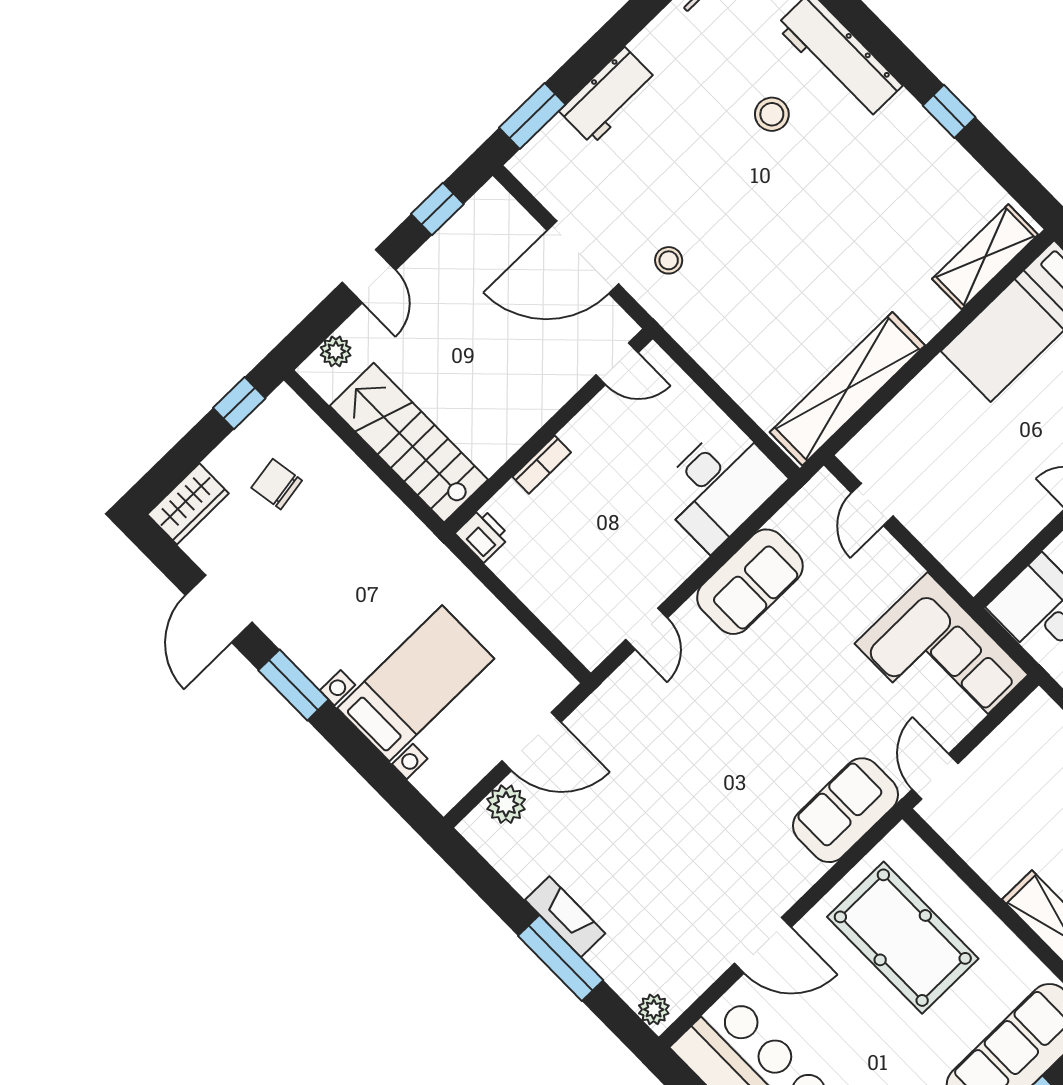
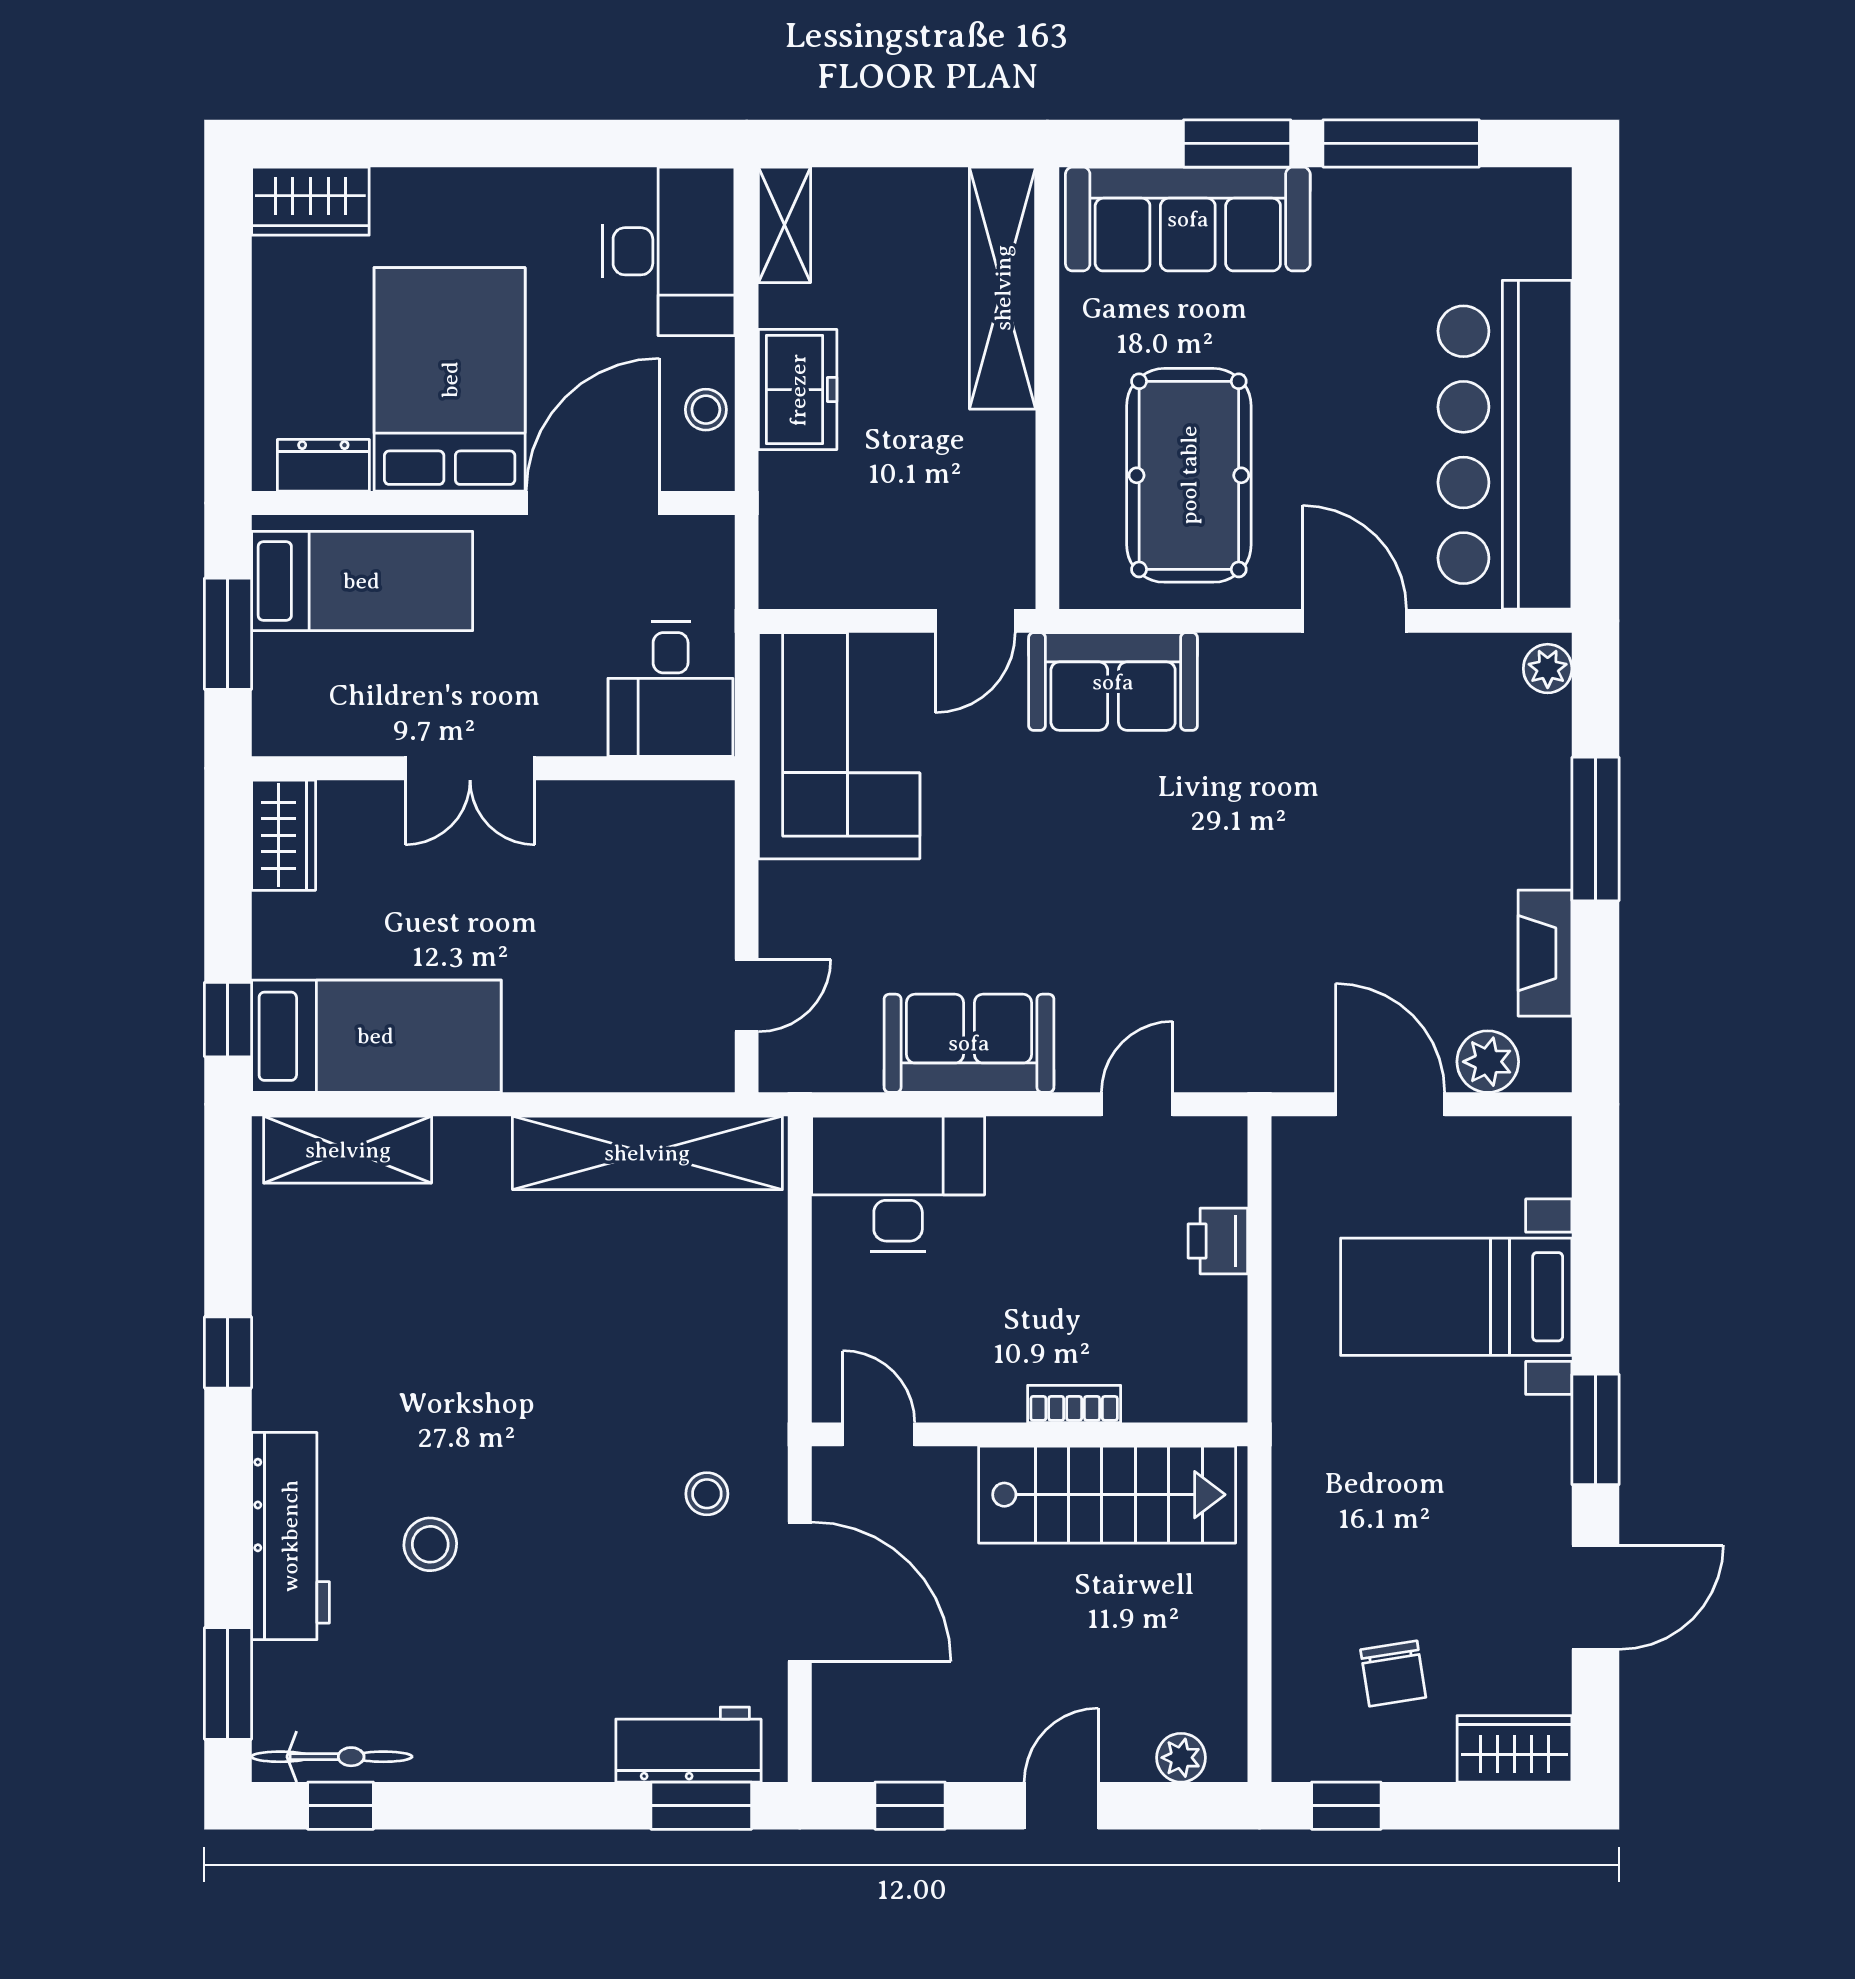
workbench: (608, 96) -> (688, 1745), moved
stairs: (409, 443) -> (1107, 1495), moved, turned -90
printer: (483, 535) -> (1218, 1241), moved
fireplace: (565, 917) -> (1545, 953), moved

